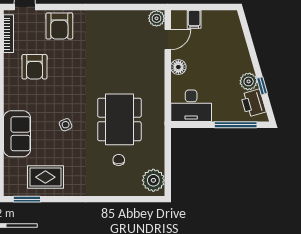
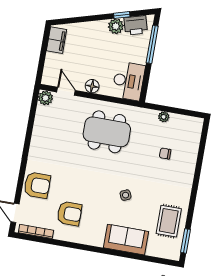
filing cabinet: (194, 19) -> (57, 40), moved, width x2.00
dining table: (119, 119) -> (107, 132), moved
plant: (153, 180) -> (164, 117), moved, width x0.53, depth x0.53

